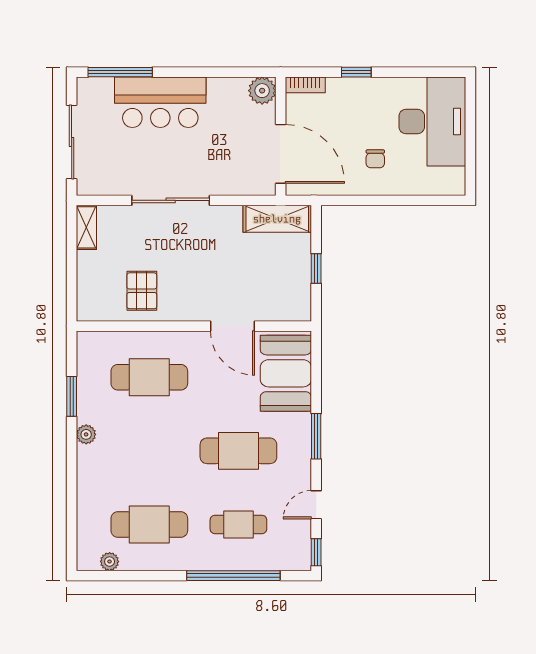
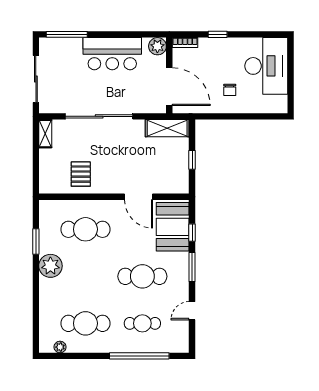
bar counter: (160, 102) -> (112, 54), moved
sliding door: (171, 200) -> (99, 116), width x1.36
plant: (86, 434) -> (50, 266), width x1.88, depth x1.88
window: (316, 552) -> (192, 233), moved

